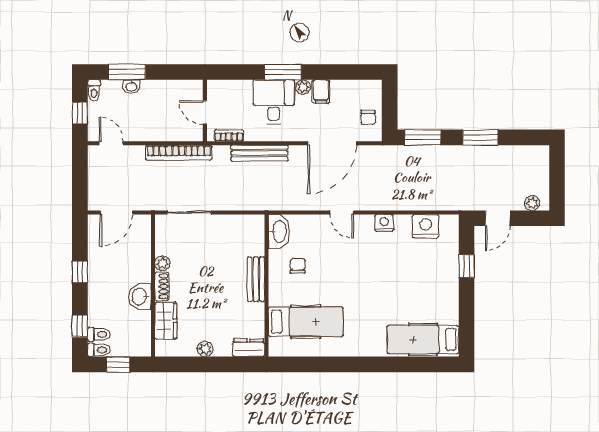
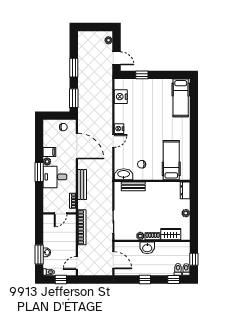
nightstand: (384, 223) -> (119, 129), moved
bench: (256, 279) -> (133, 186), moved
washbasin: (140, 297) -> (147, 248), moved

